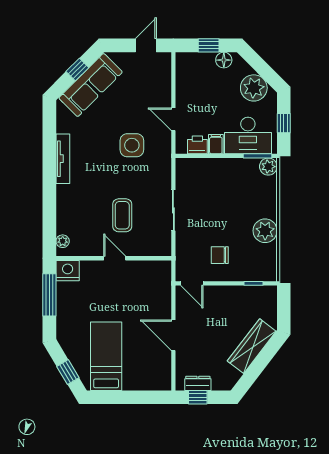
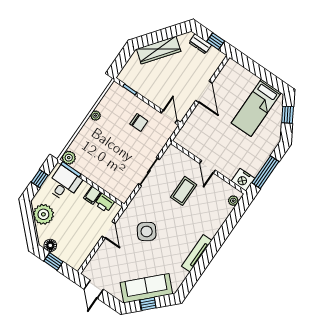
door: (146, 45) -> (94, 289), hinge flipped
desk: (248, 135) -> (64, 184), width x0.73
side table: (132, 145) -> (147, 231), turned -37
plant: (265, 231) -> (96, 116), width x0.53, depth x0.53
dresser: (198, 383) -> (200, 44), moved

